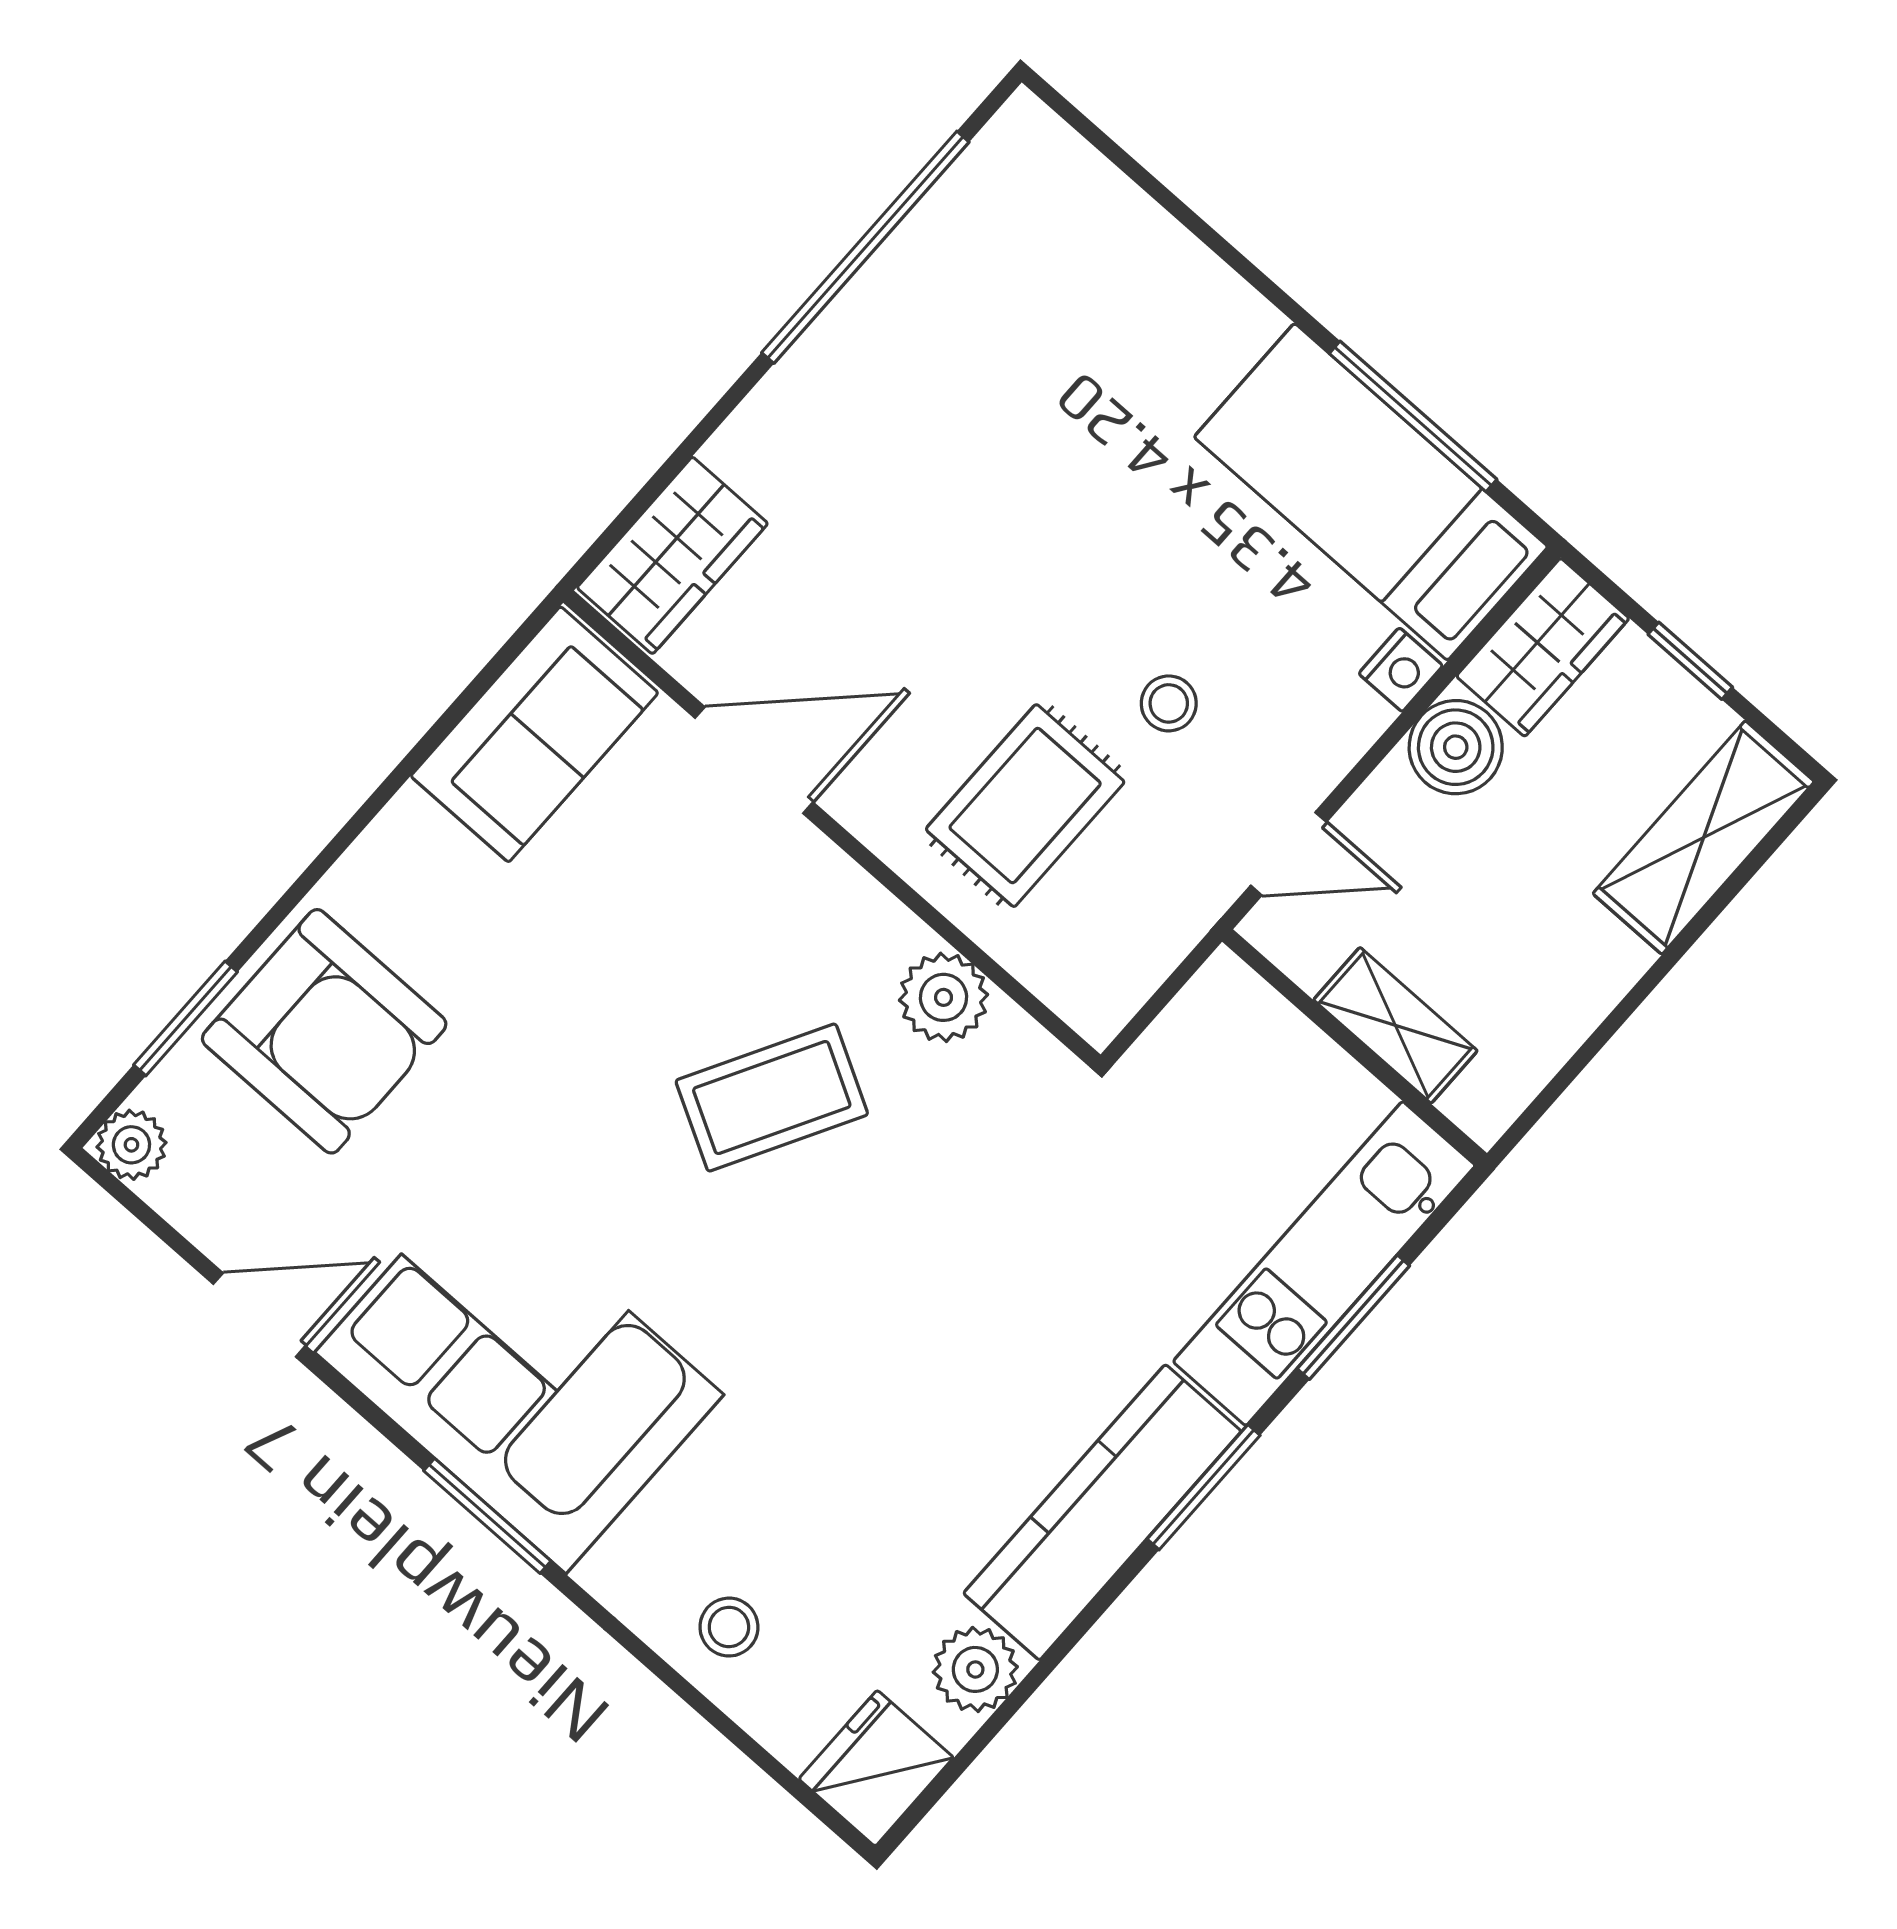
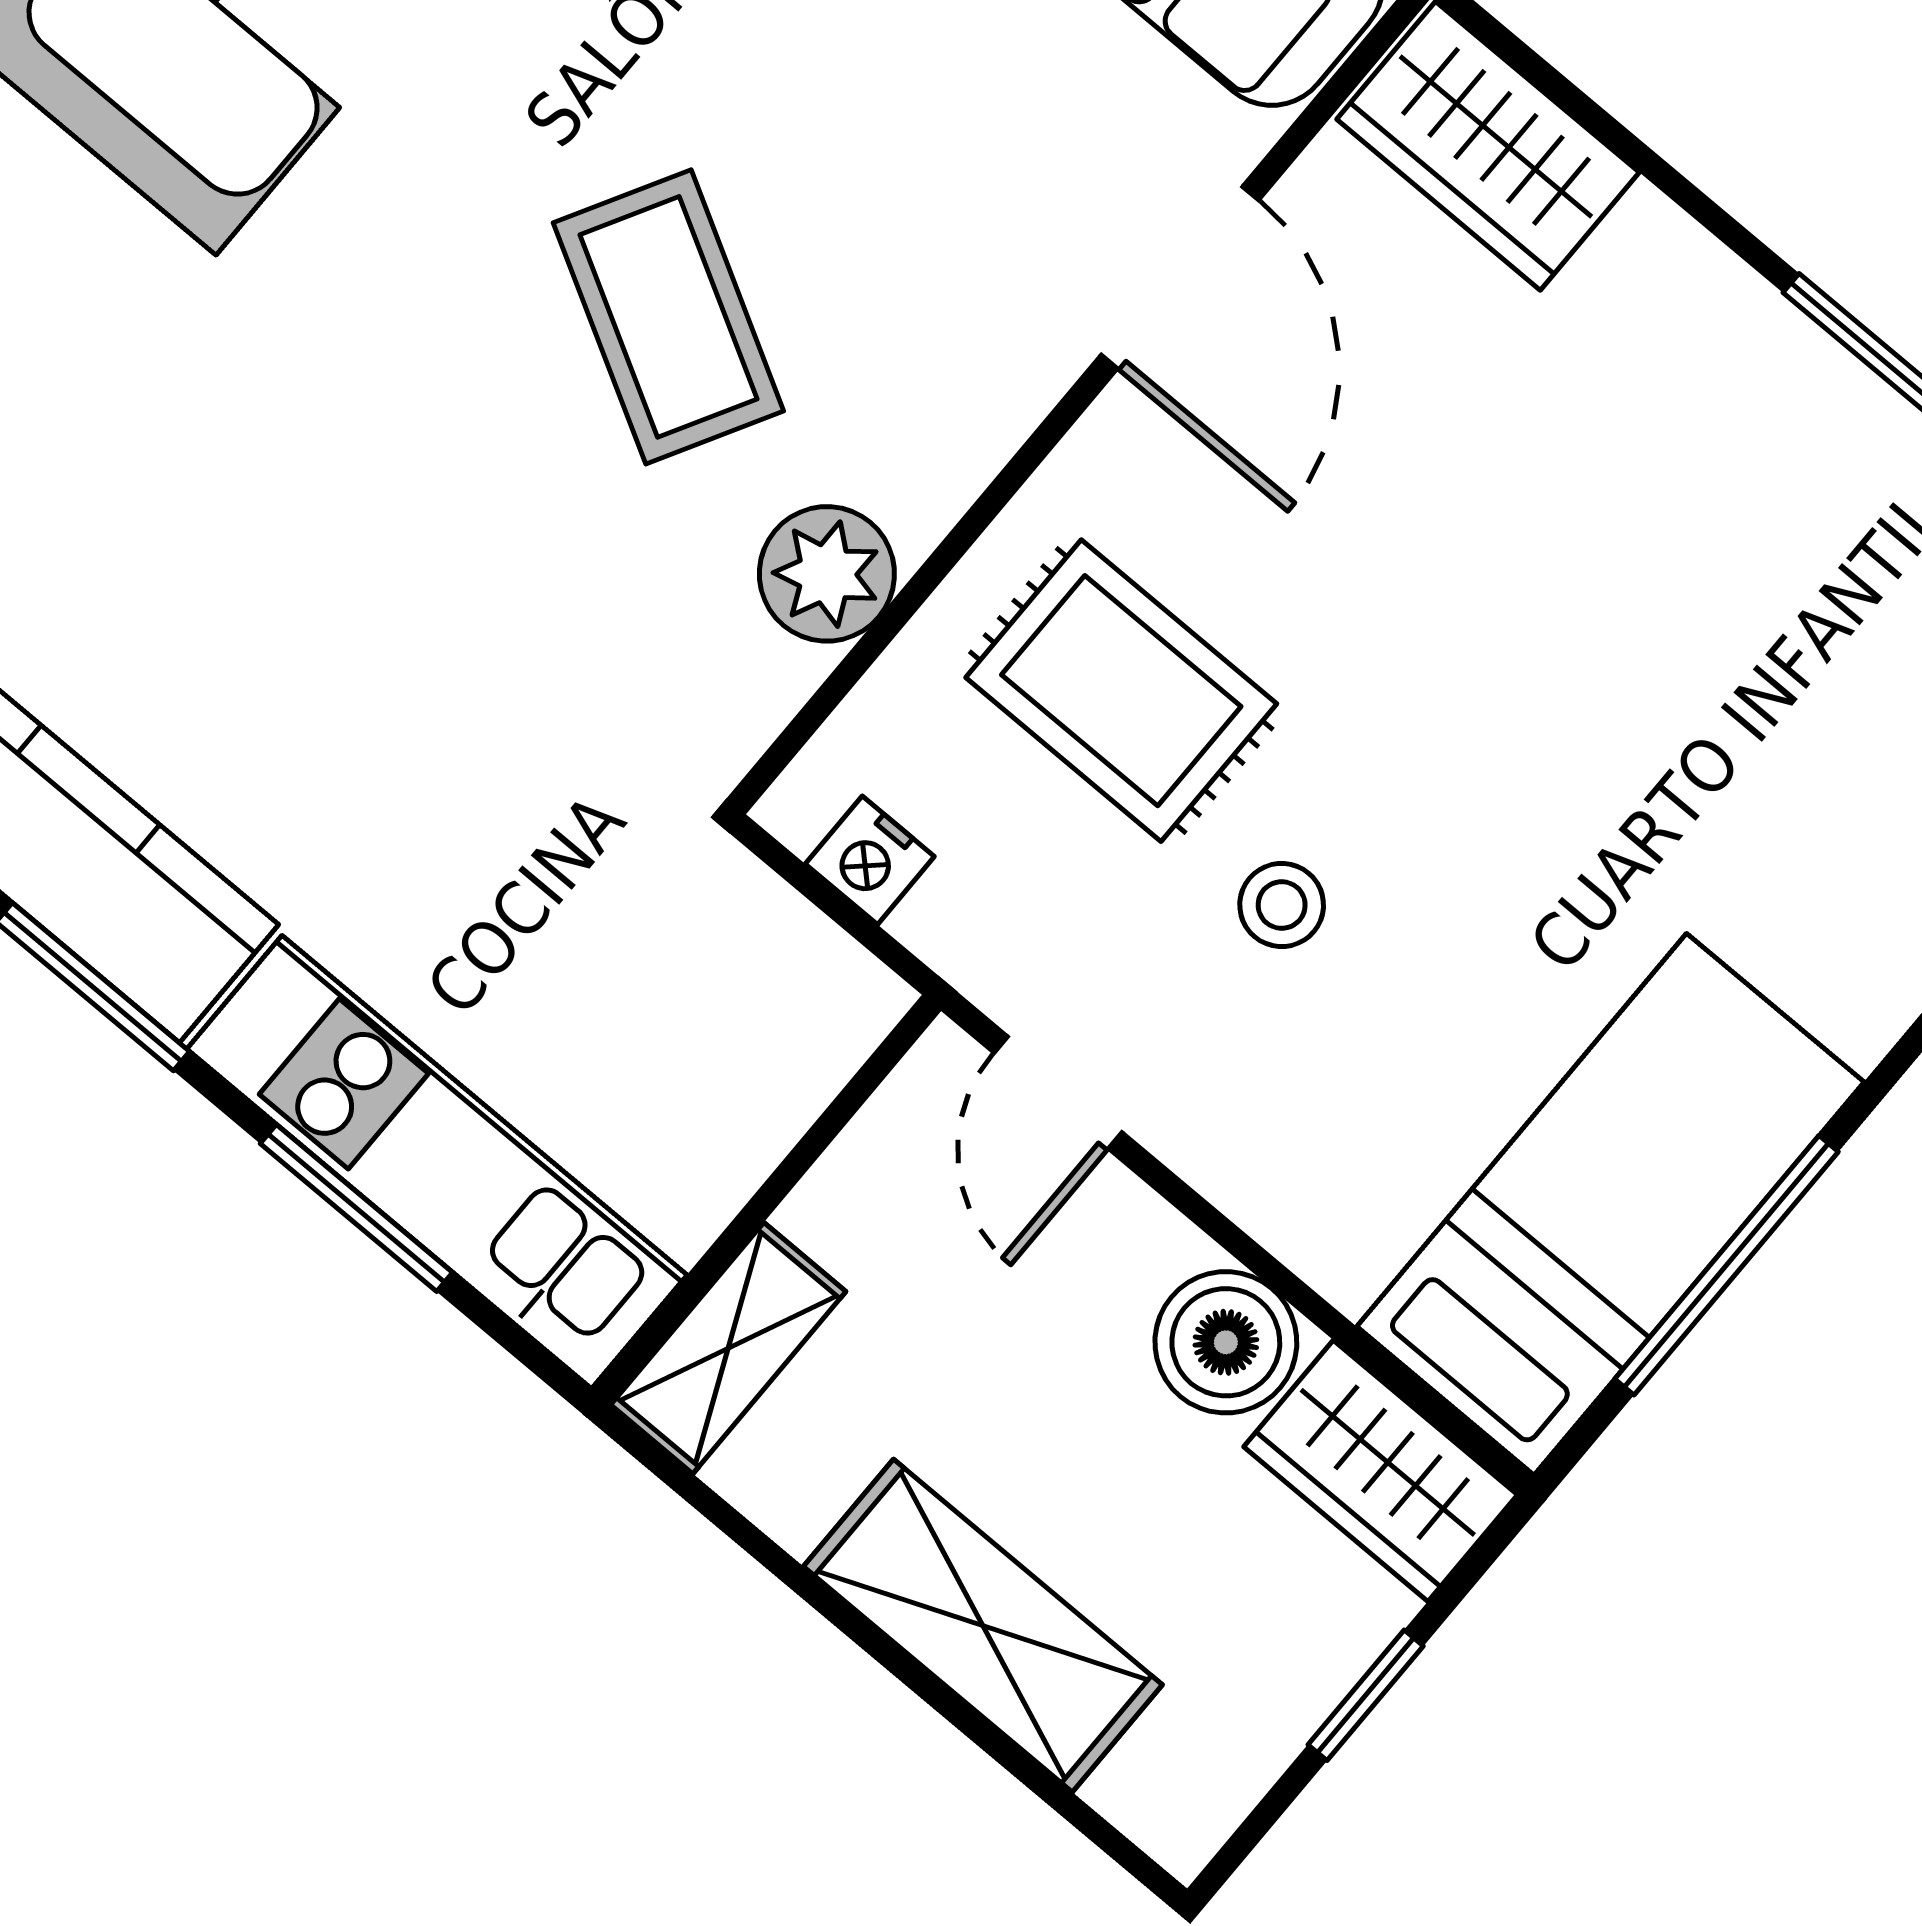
nightstand: (1401, 670) -> (870, 860), moved
shelving: (1704, 838) -> (983, 1626), moved
shelving: (1395, 1025) -> (728, 1348), moved

